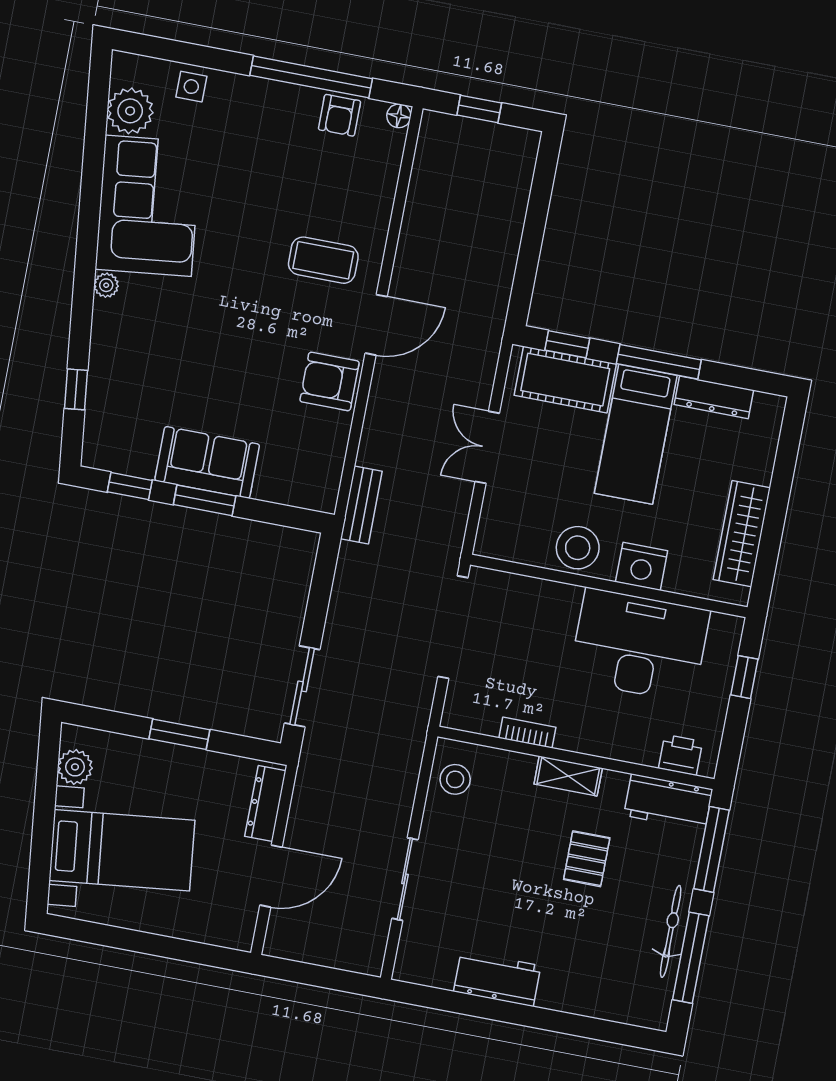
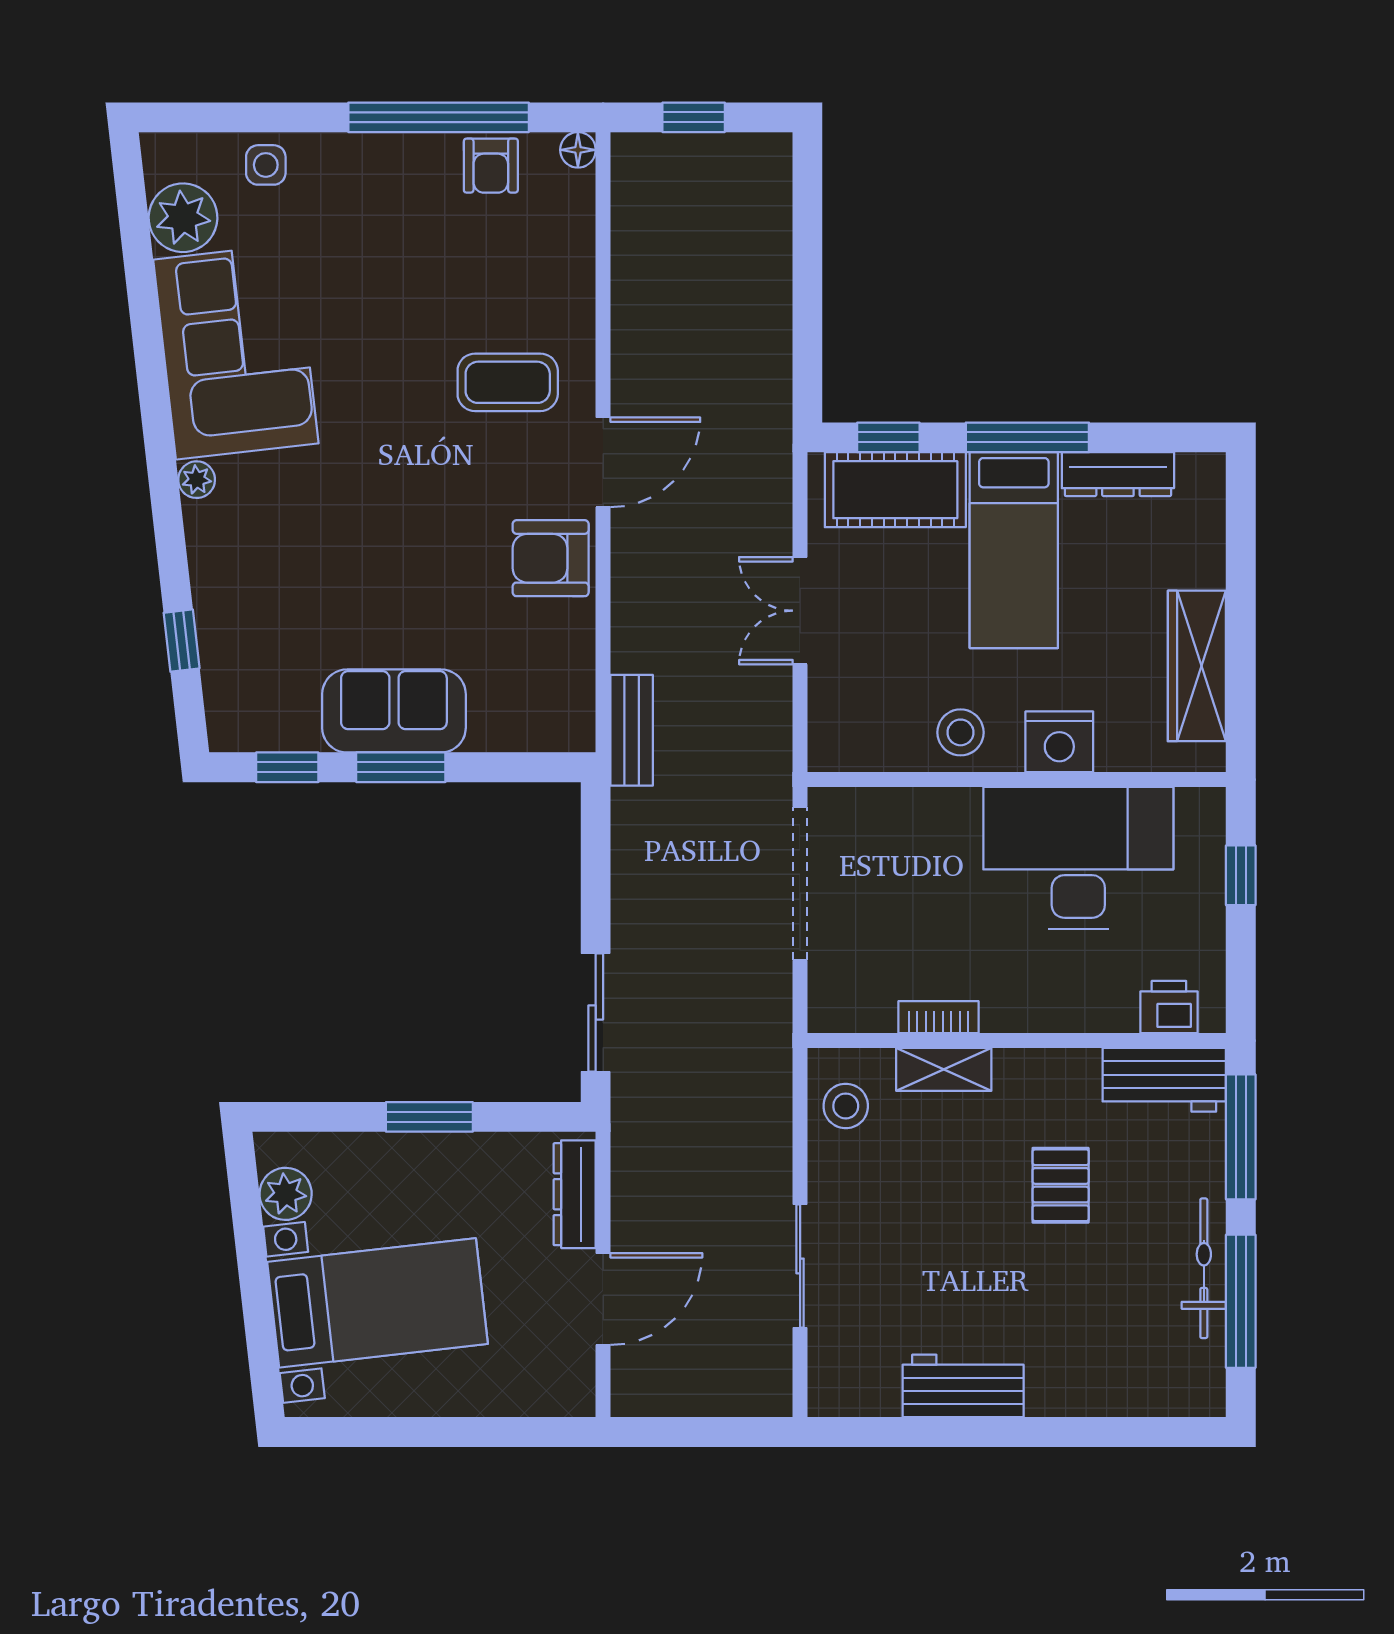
stool: (578, 548) -> (960, 732), width x0.73, depth x0.73
shelving: (568, 776) -> (944, 1069), moved

